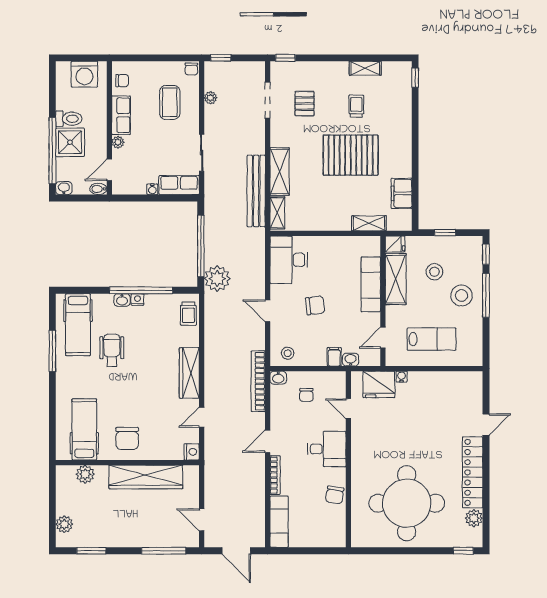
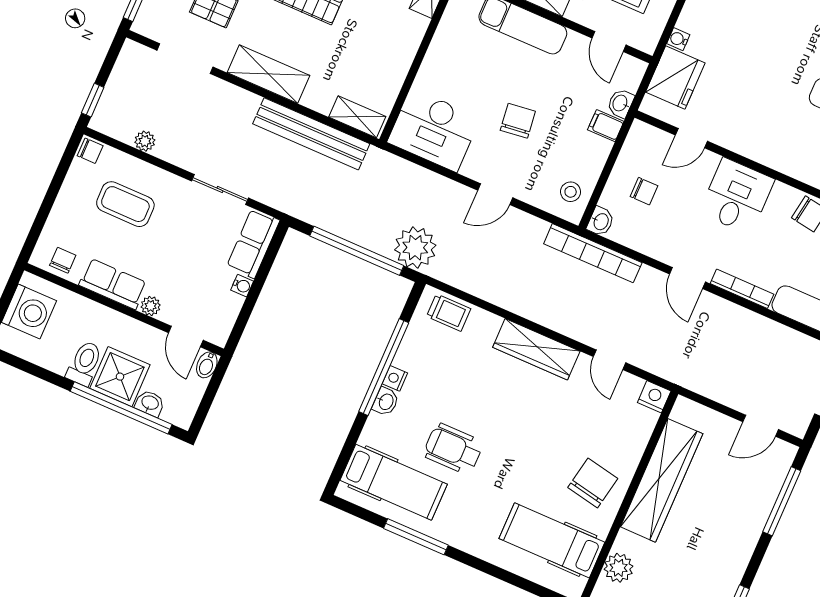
shelving: (280, 171) -> (269, 74), moved
washbasin: (64, 188) -> (150, 403), moved, turned 90
chair: (127, 438) -> (593, 483), turned -79

